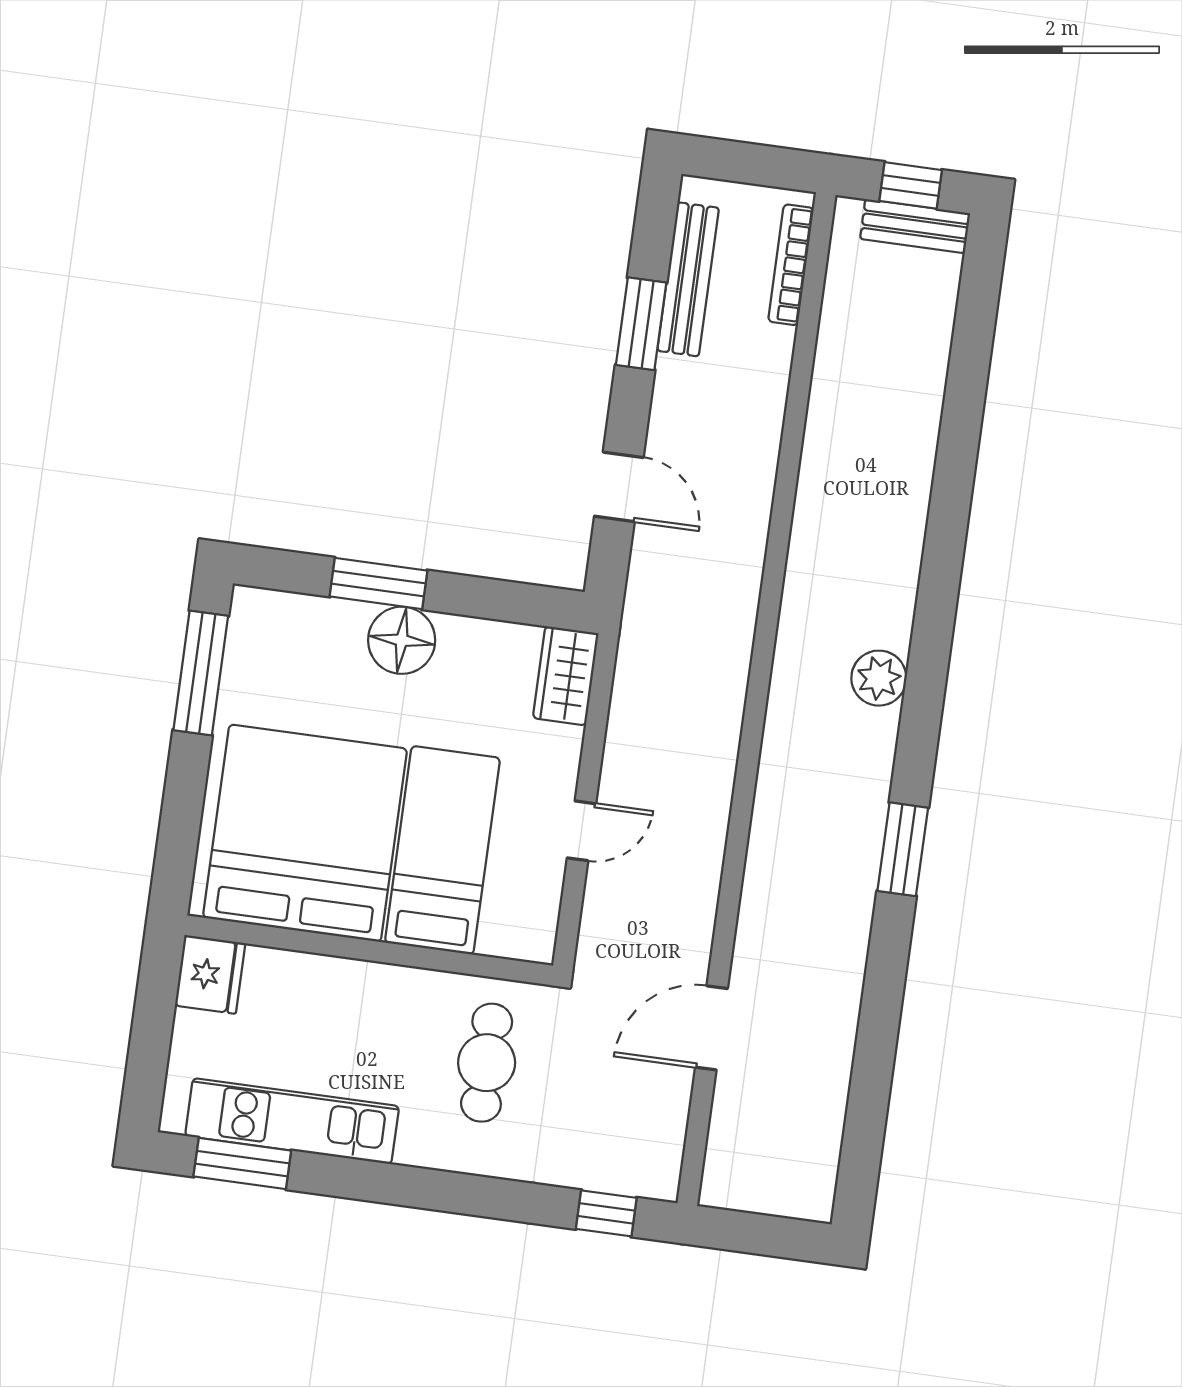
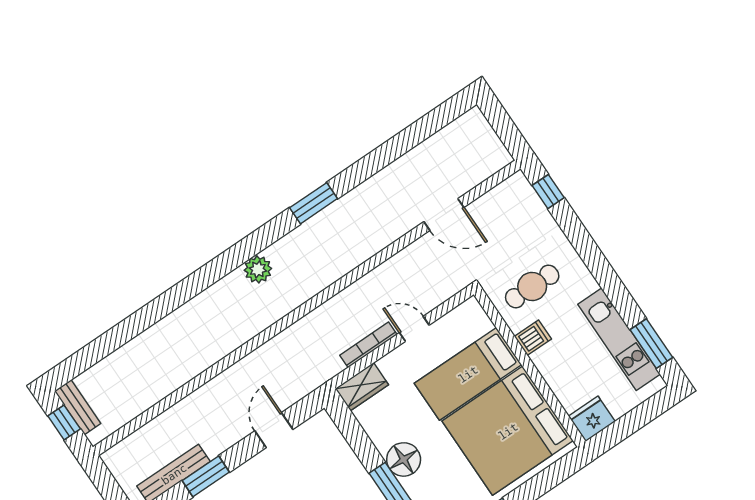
bookcase: (791, 265) -> (368, 345), moved, turned 180
dishwasher: (410, 995) -> (533, 338), added

